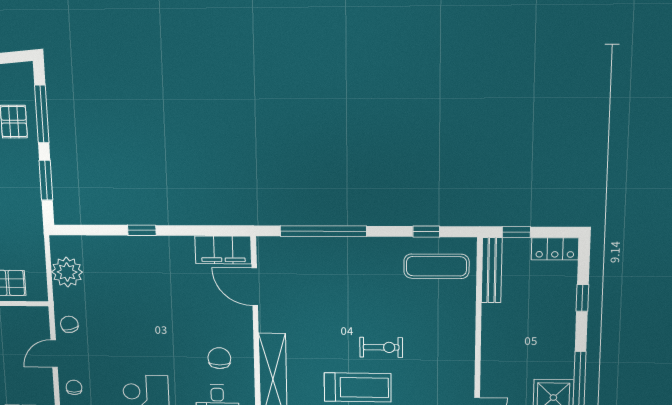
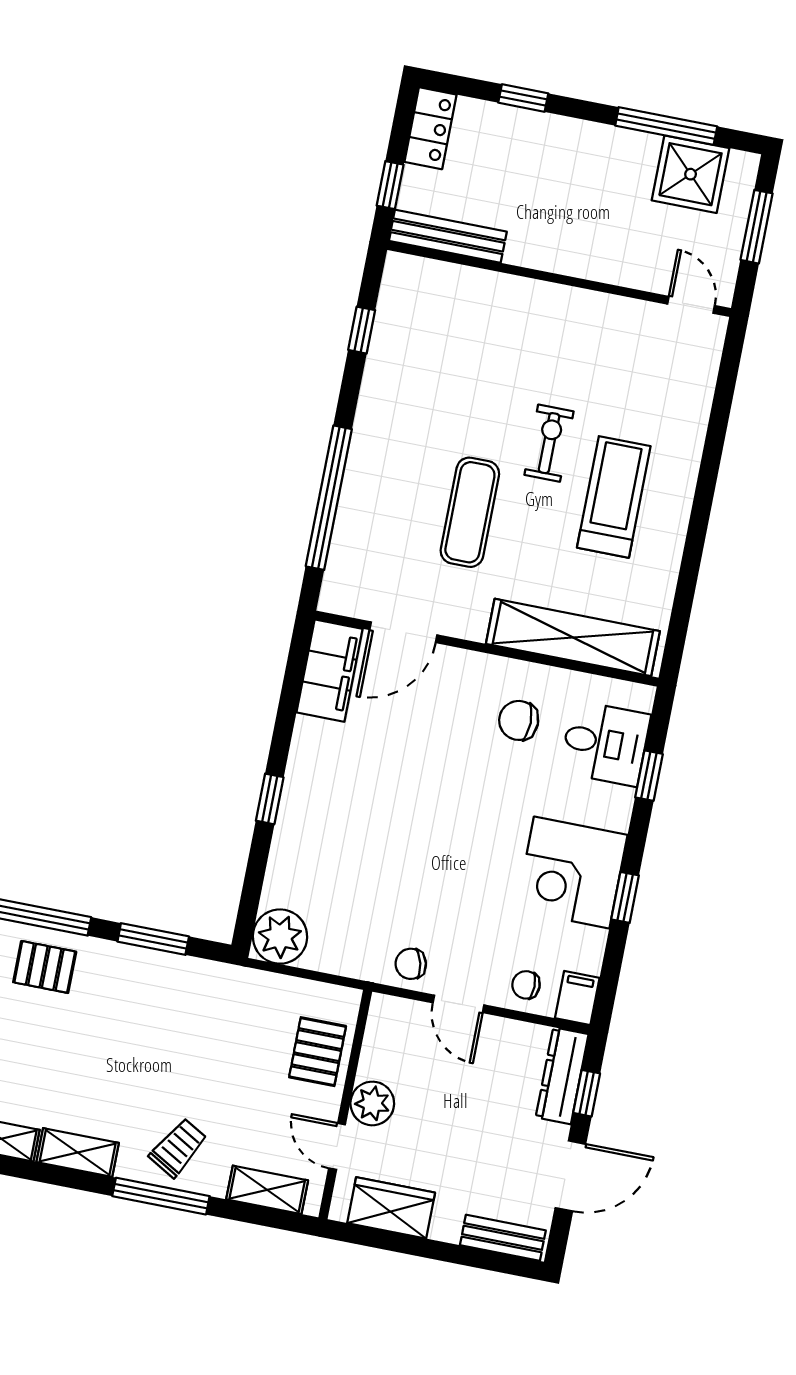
exercise mat: (436, 266) -> (470, 512), moved
plant: (67, 272) -> (280, 937), moved

